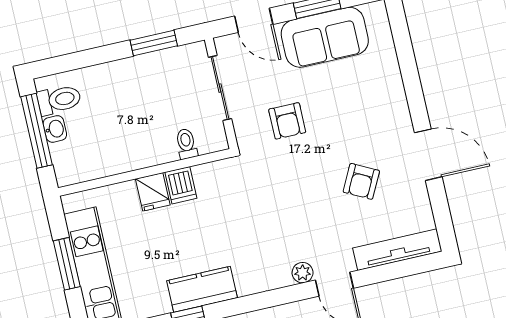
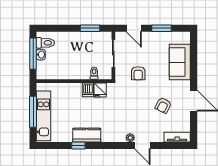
sofa: (325, 37) -> (180, 62), moved, turned 90
fridge: (153, 192) -> (100, 90), moved
tv unit: (397, 250) -> (177, 137), width x0.71
window: (67, 264) -> (33, 112), width x1.44

